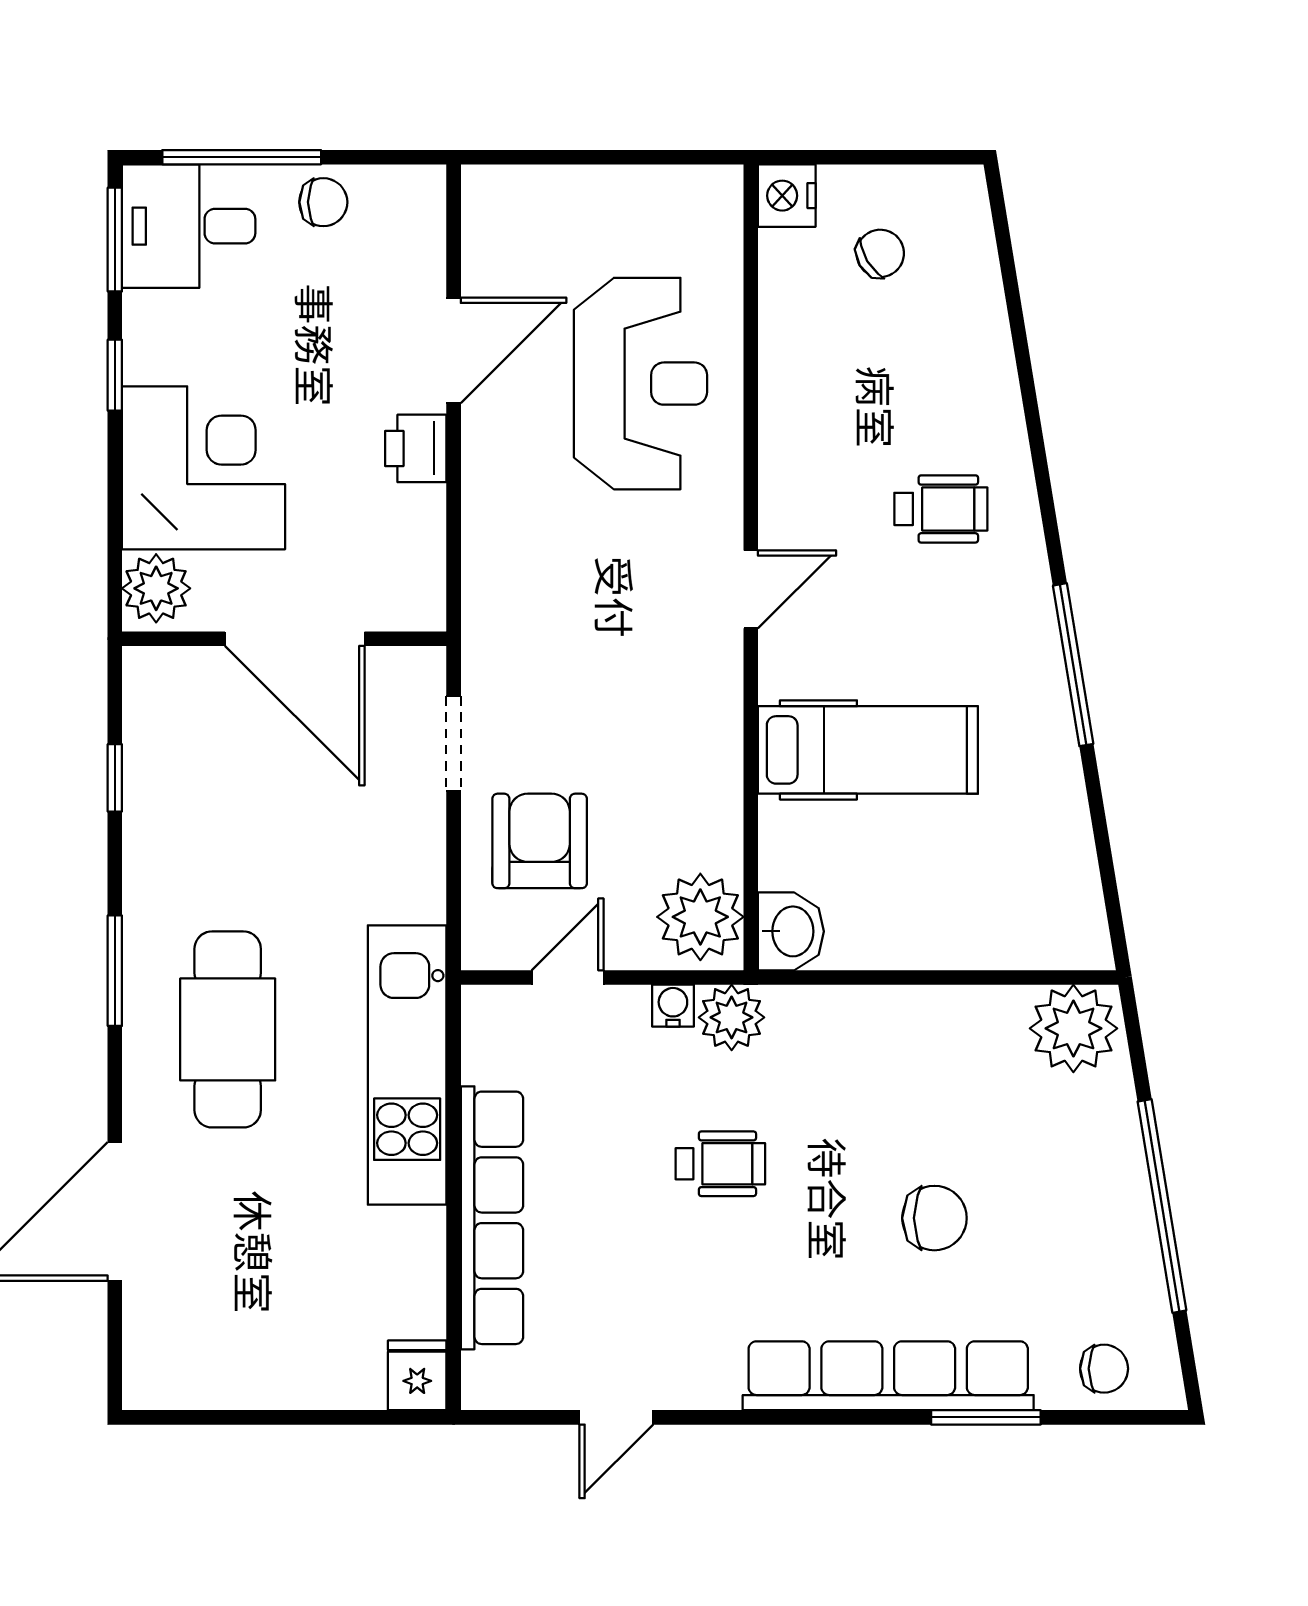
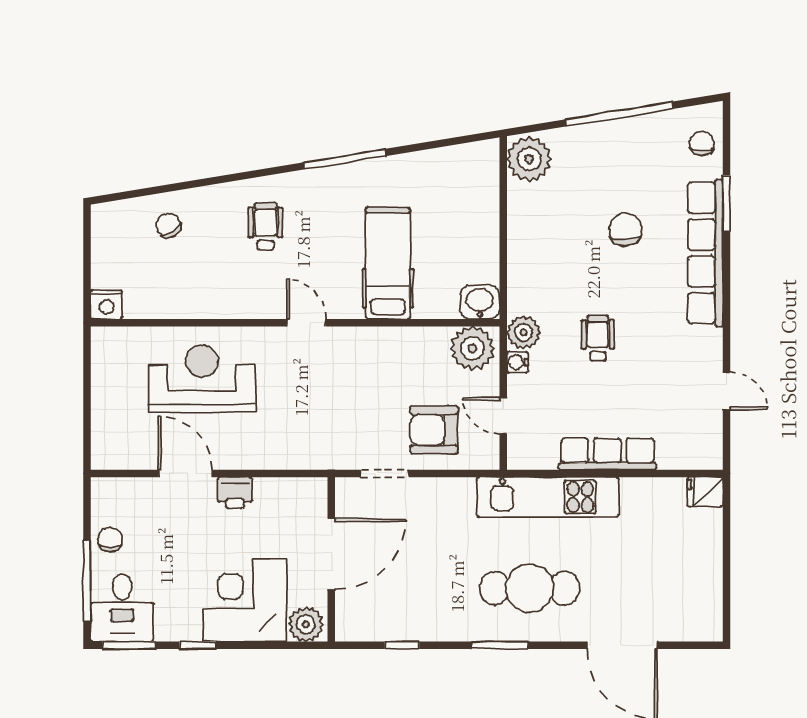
chair: (880, 253) -> (168, 225), moved
row of seats: (492, 1218) -> (607, 454), width x0.73

